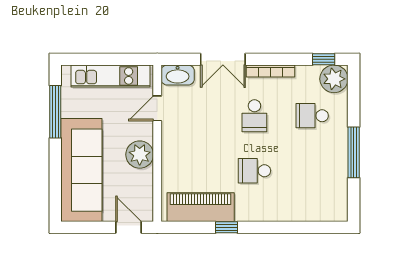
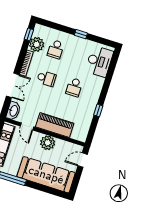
plant: (334, 79) -> (37, 44), moved
window: (354, 152) -> (81, 34), width x0.46
desk: (315, 201) -> (99, 61), added
piano: (201, 207) -> (55, 125), moved, turned 90

